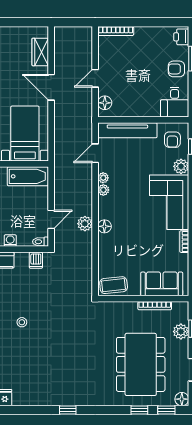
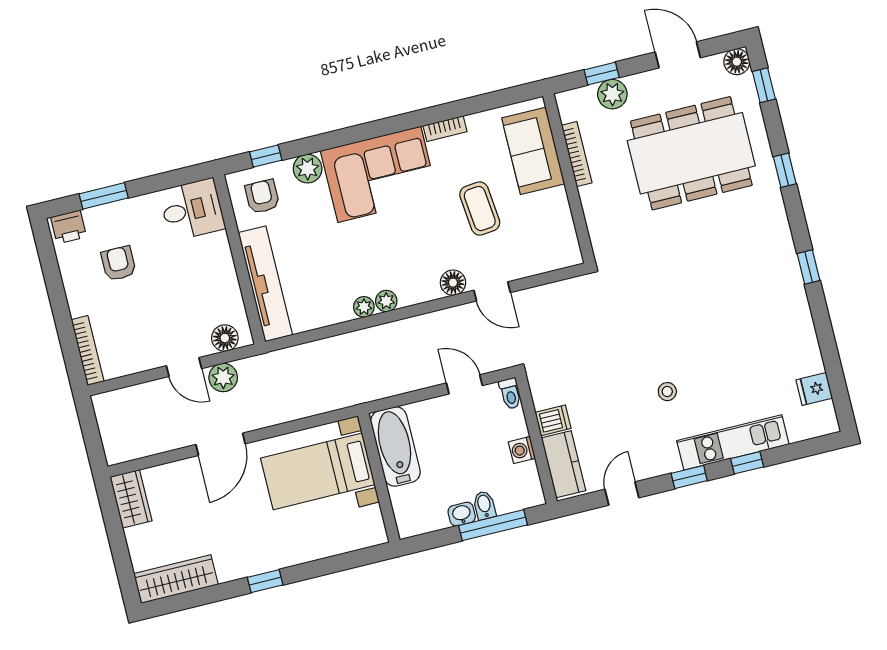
wardrobe: (40, 52) -> (131, 499), moved, turned -90
armchair: (176, 69) -> (119, 264), moved, turned 180
armchair: (172, 140) -> (262, 197), turned -91
door: (95, 153) -> (492, 291), moved
plant: (85, 224) -> (223, 378), moved
dishwasher: (36, 260) -> (553, 420), moved
coffee table: (114, 285) -> (480, 209), moved
window: (139, 410) -> (785, 170), moved

